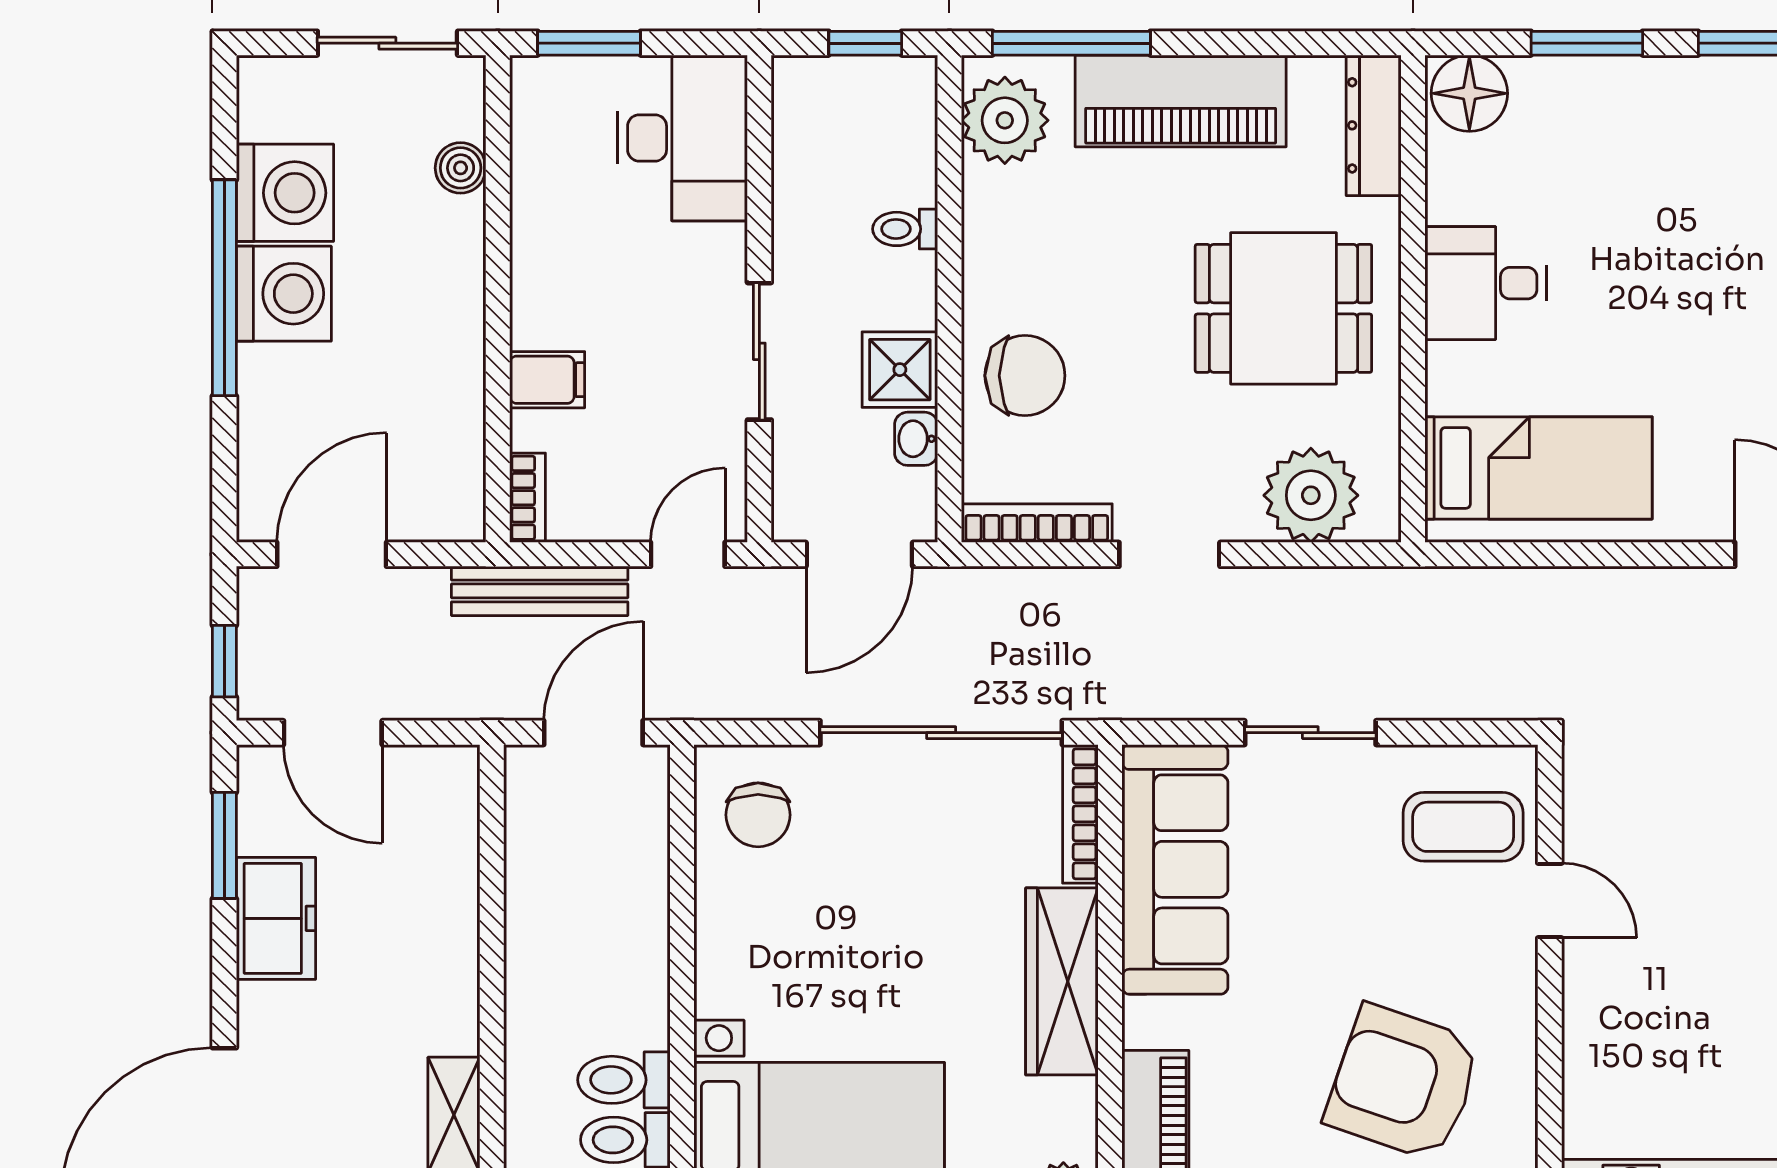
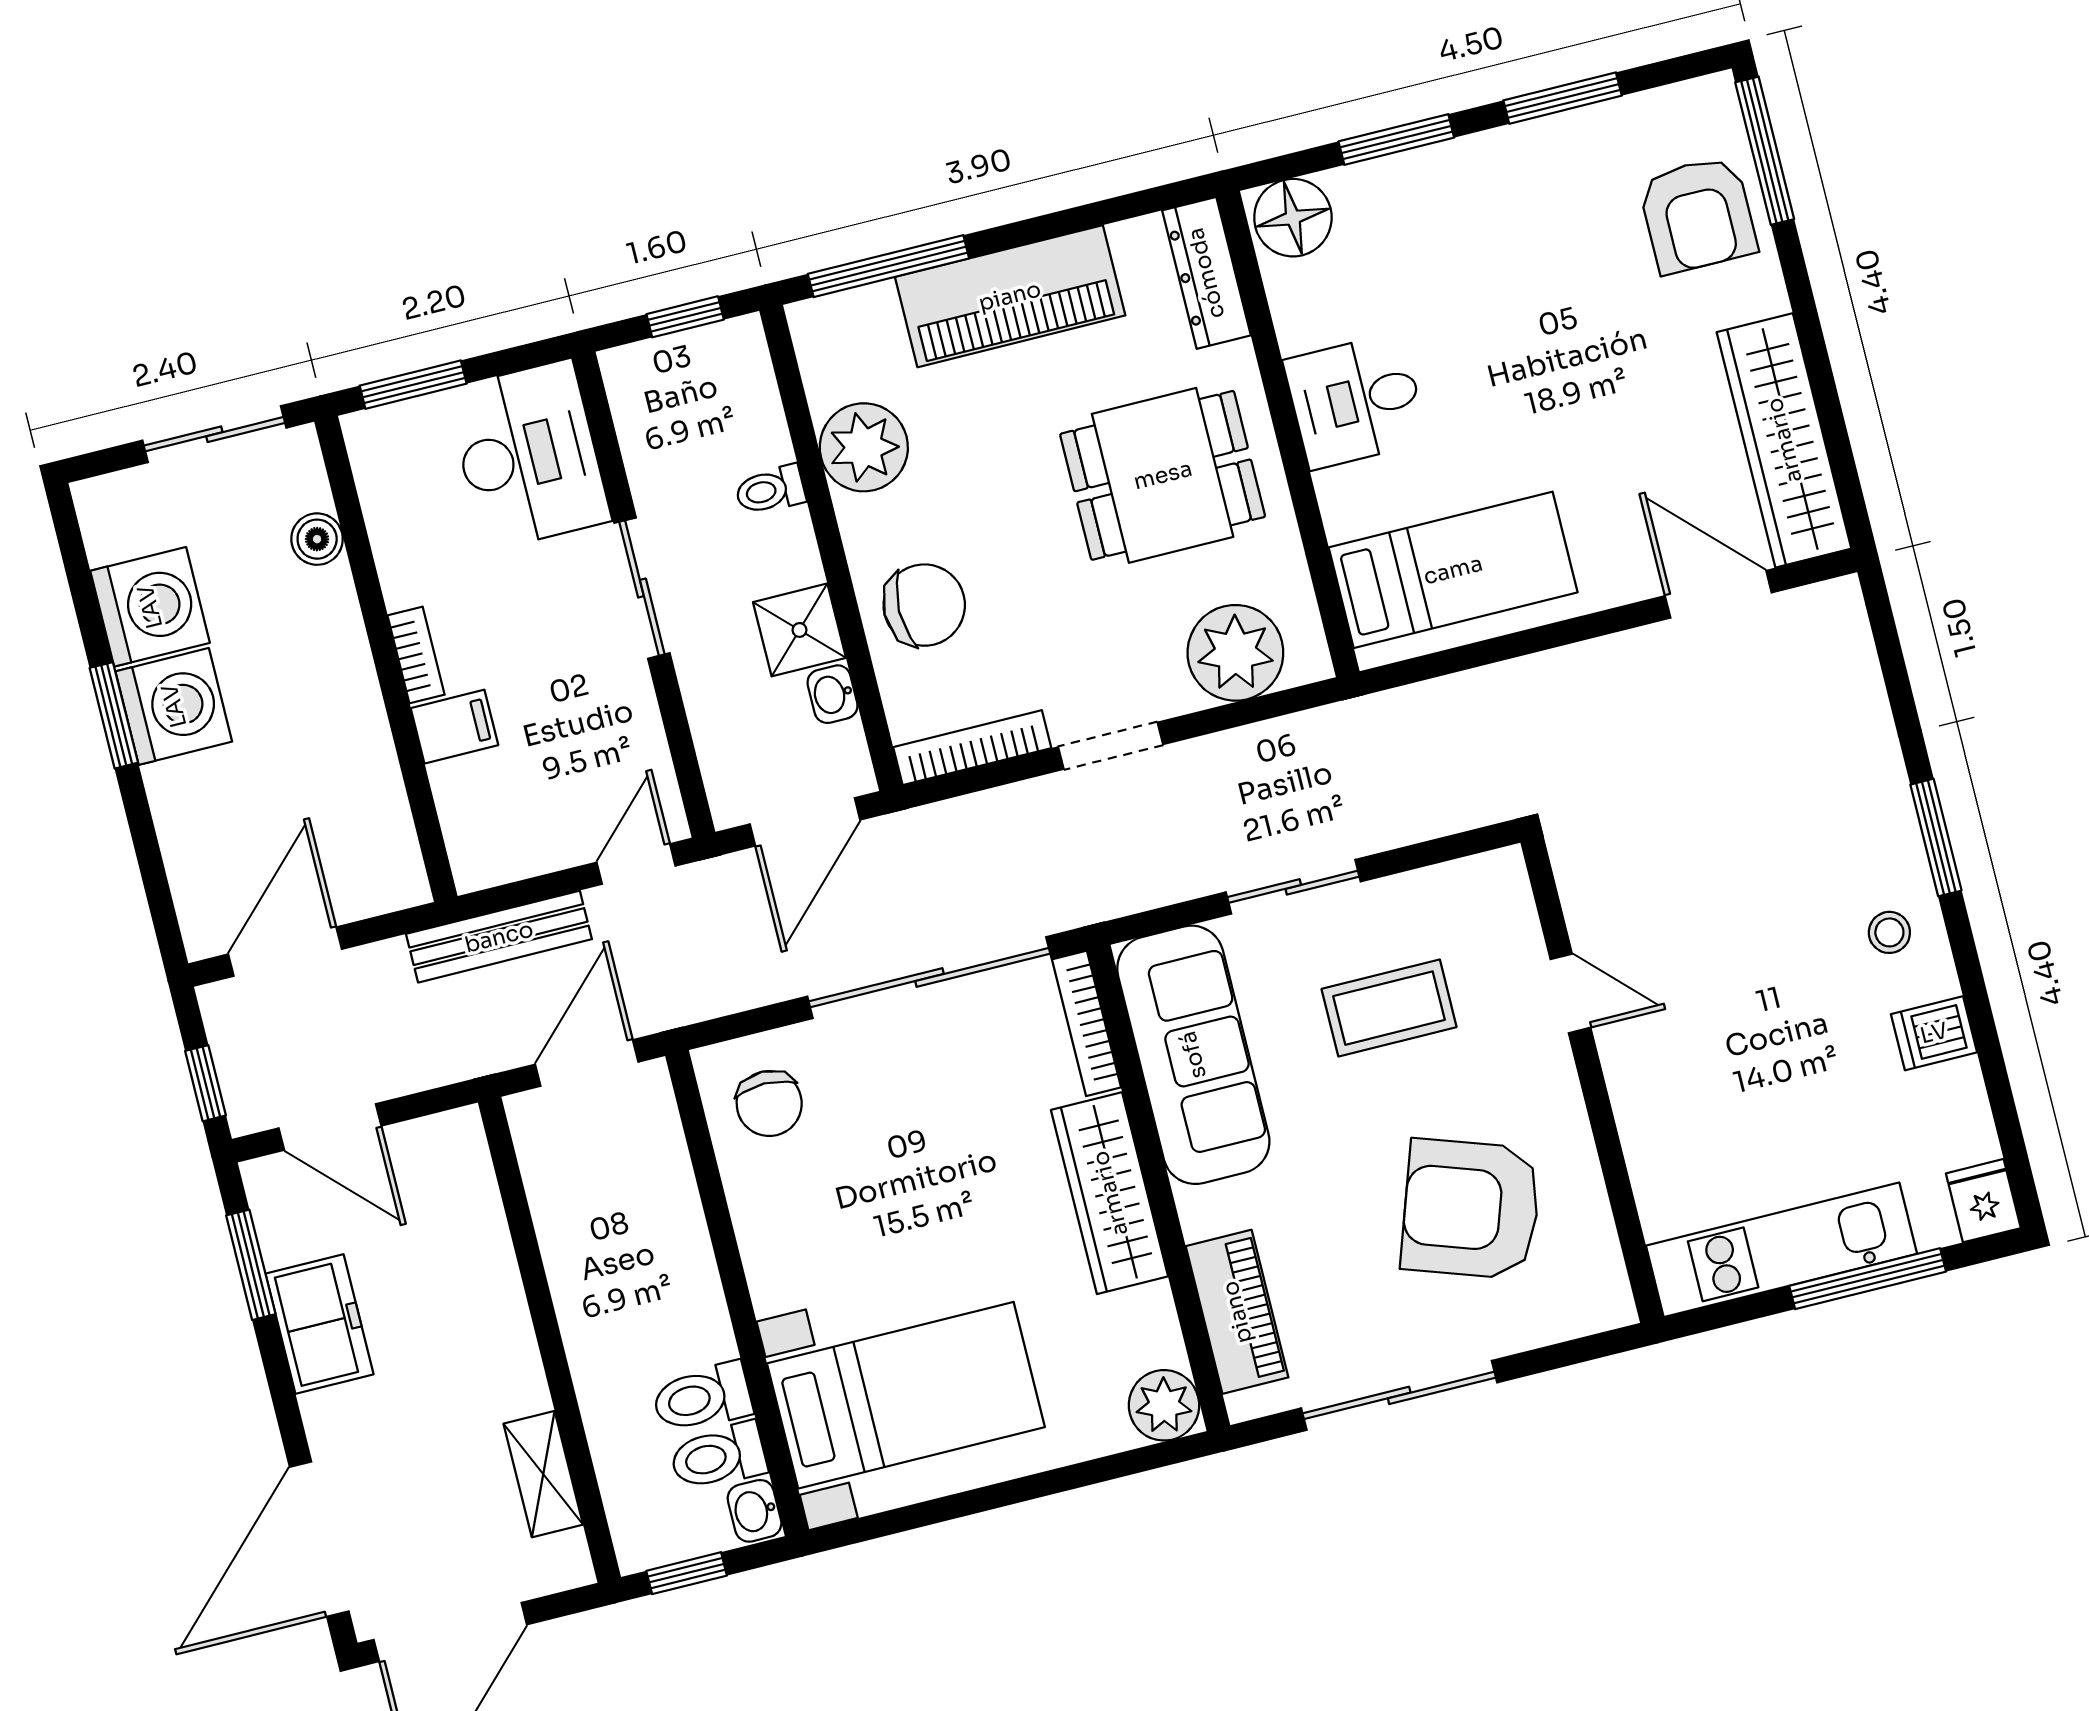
plant: (1005, 120) -> (864, 447), moved
window: (224, 288) -> (114, 715), width x0.47
sliding door: (759, 351) -> (642, 588), moved
bookcase: (528, 498) -> (416, 655), moved
coffee table: (1463, 827) -> (1389, 1008), moved

